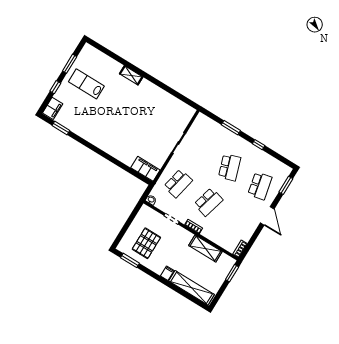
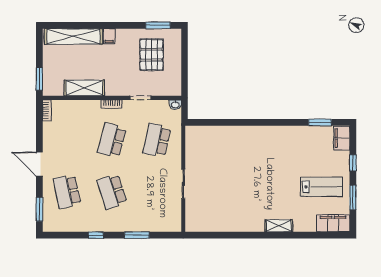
filing cabinet: (145, 169) -> (333, 223), moved, turned 180

